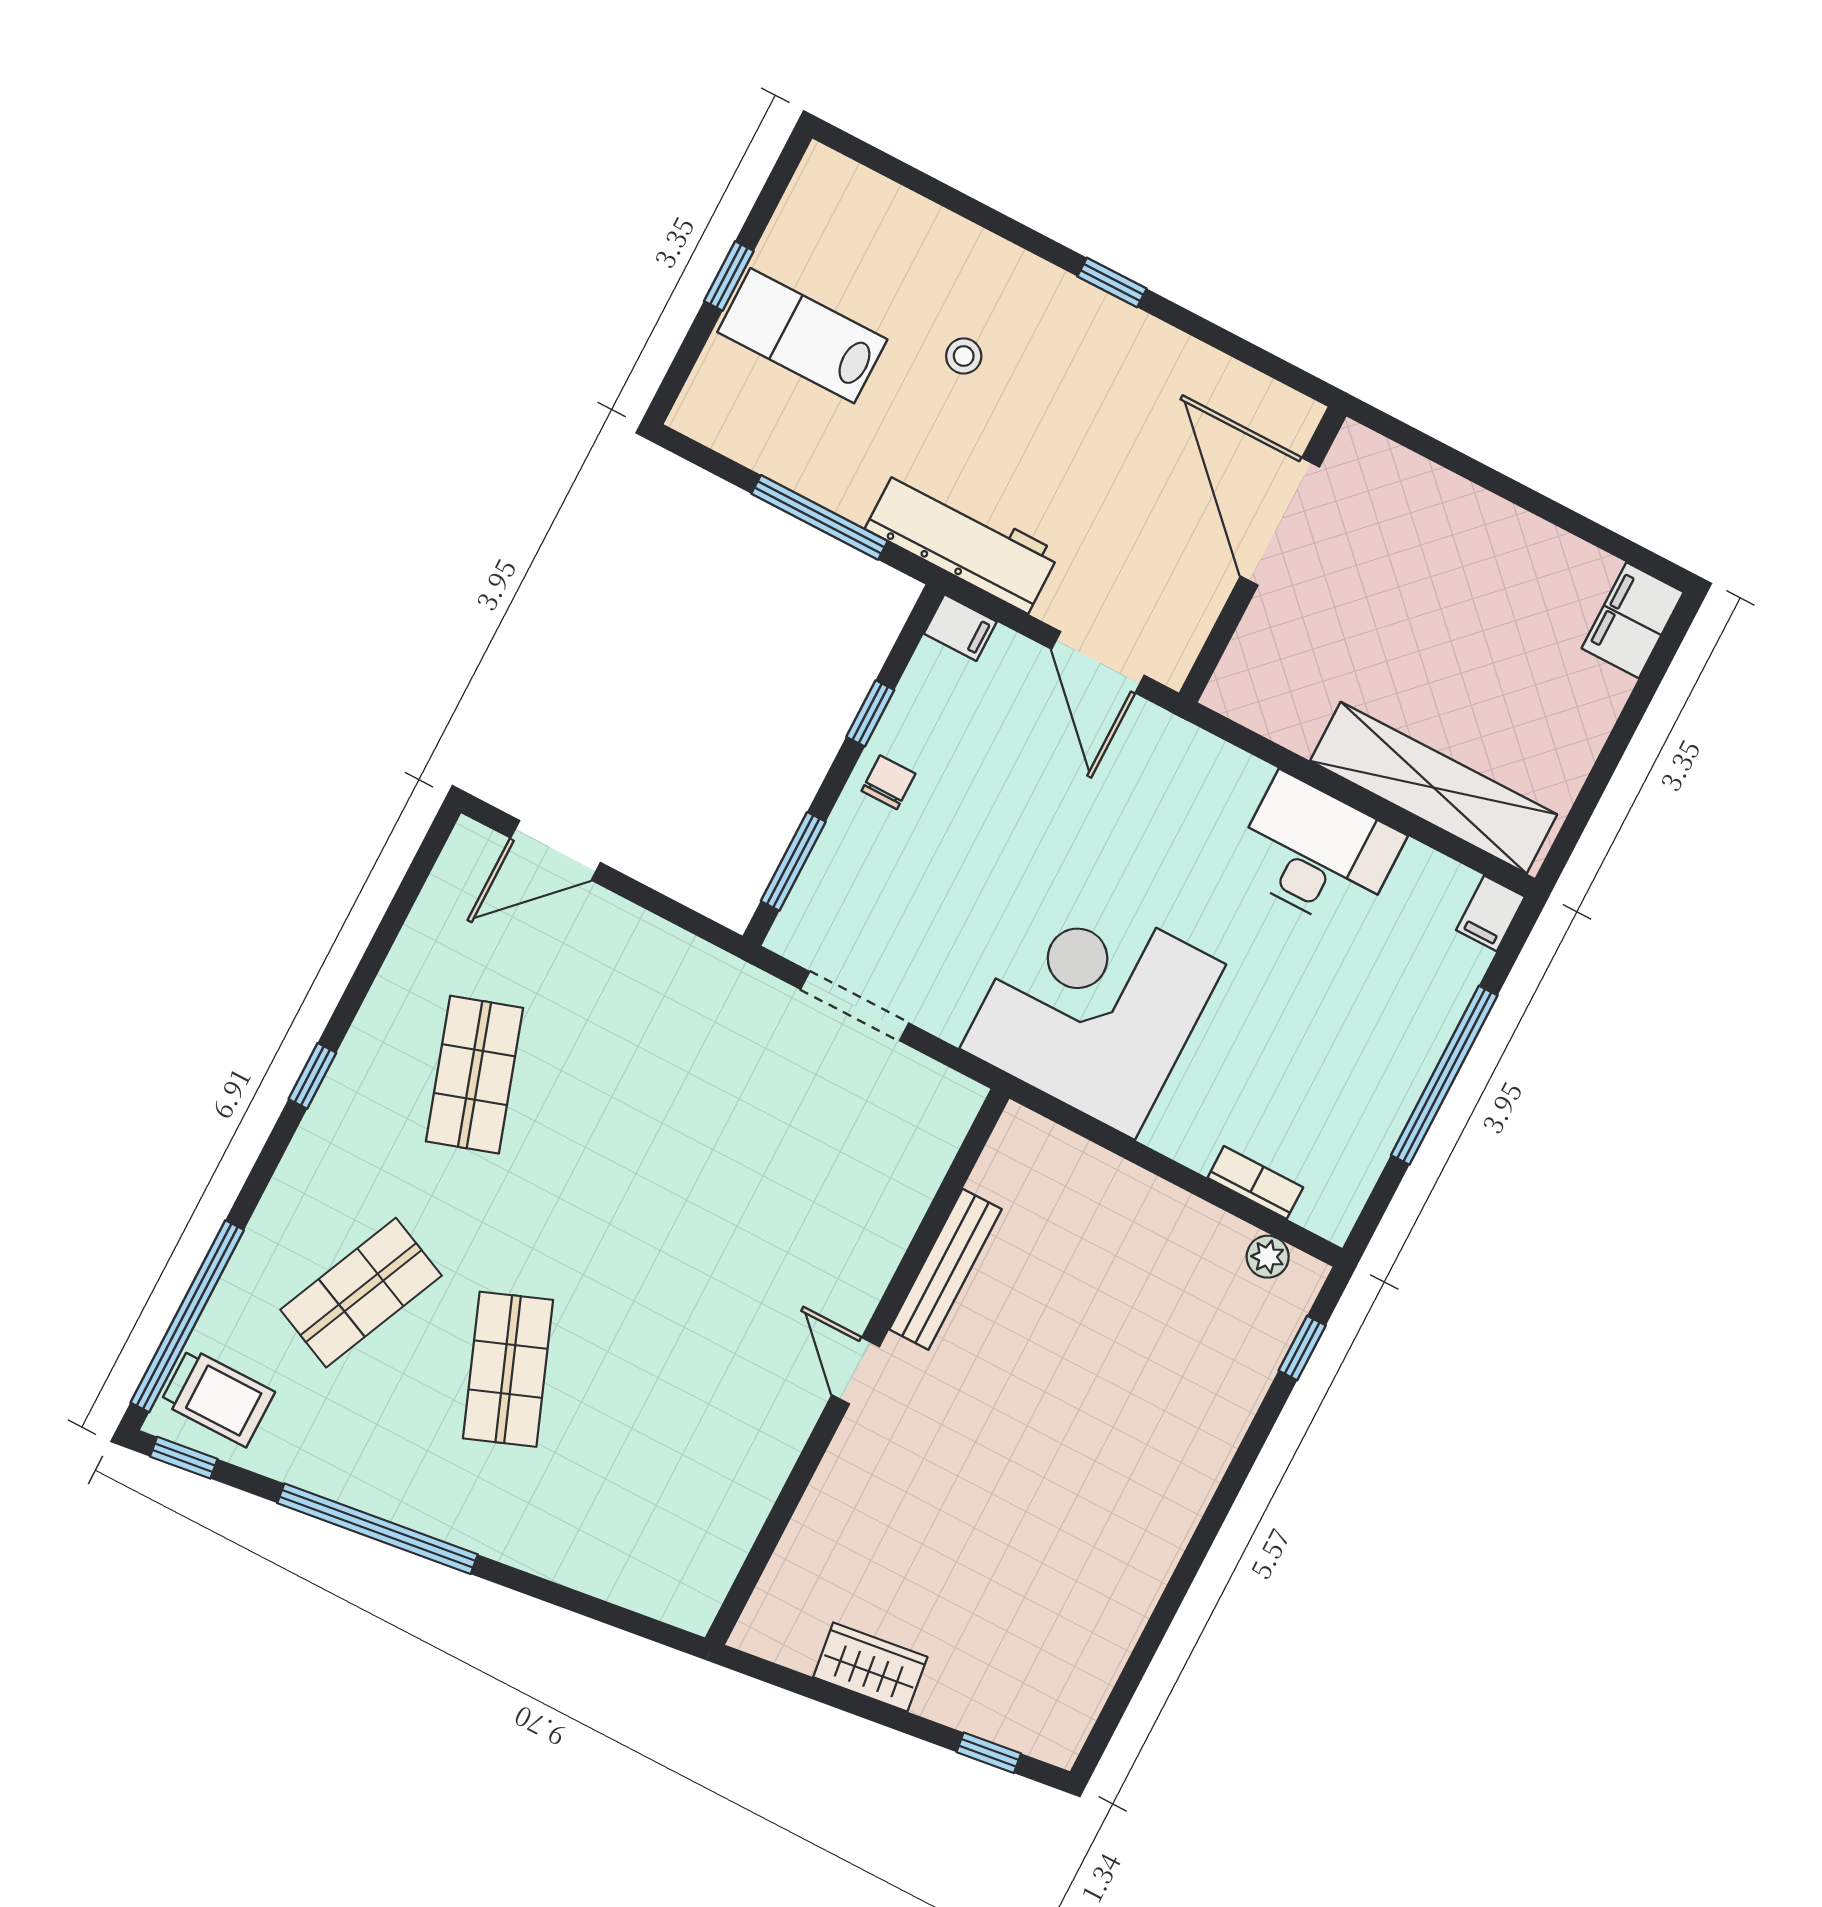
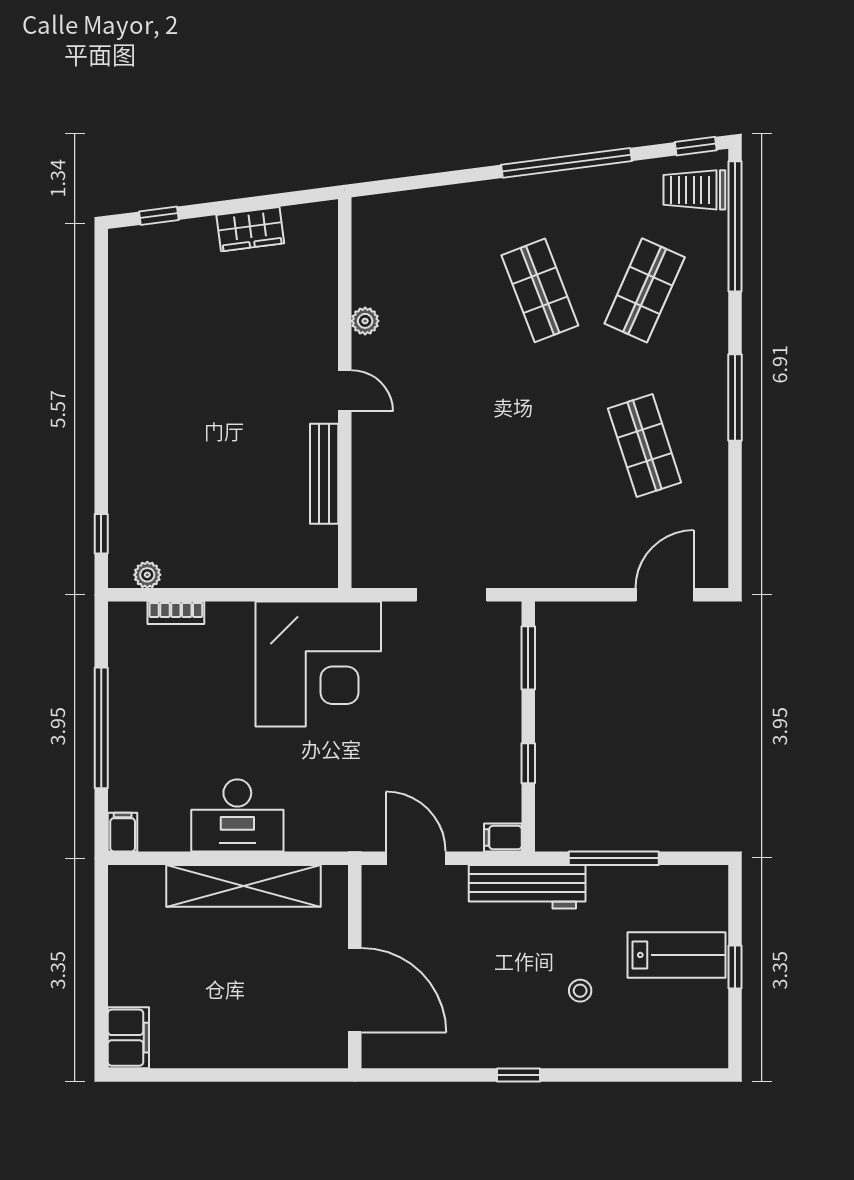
chair: (888, 782) -> (498, 730), removed
shelving: (1434, 788) -> (244, 886), moved
window: (312, 1076) -> (735, 398), width x2.17
plant: (776, 1454) -> (365, 321), added

